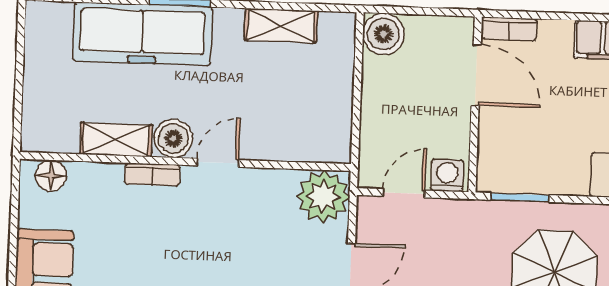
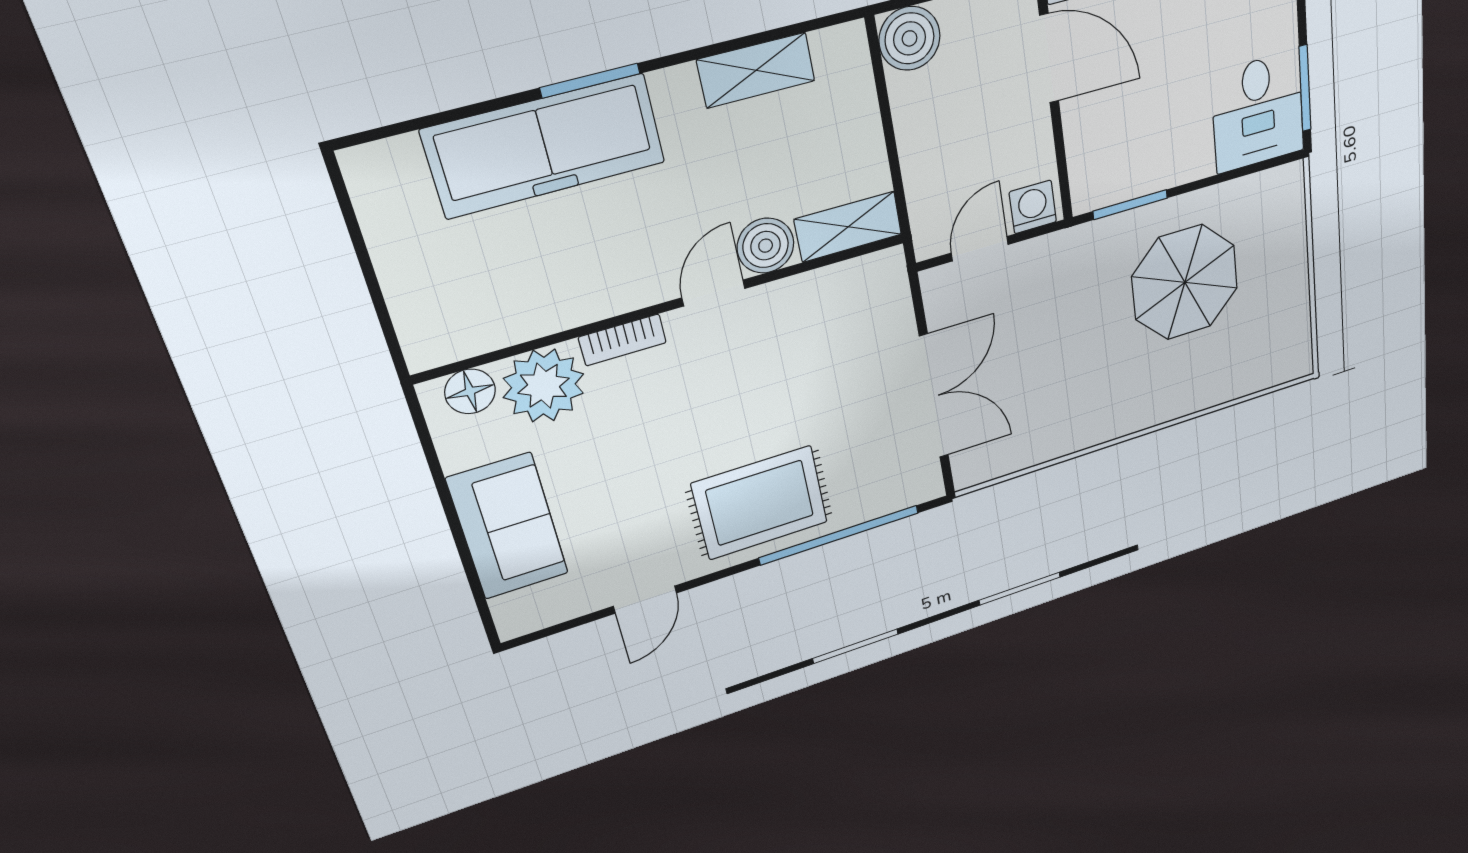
boiler: (173, 139) -> (766, 246), moved
shelving: (116, 140) -> (848, 227), moved
plant: (323, 197) -> (544, 386), moved

